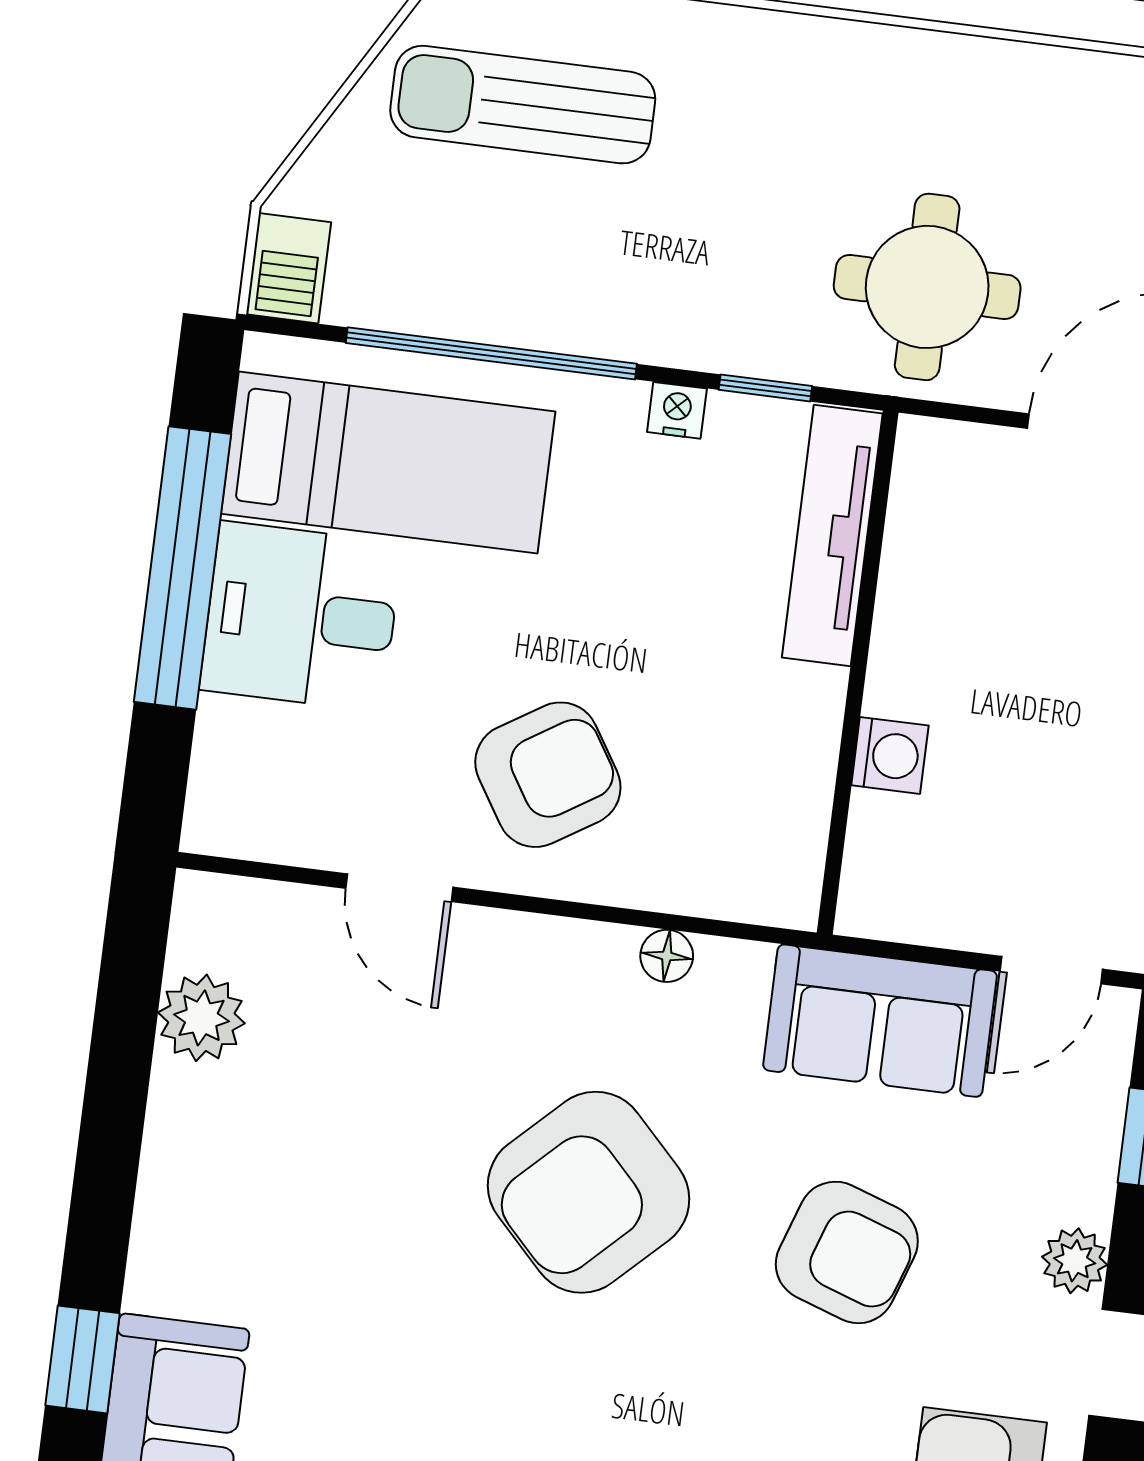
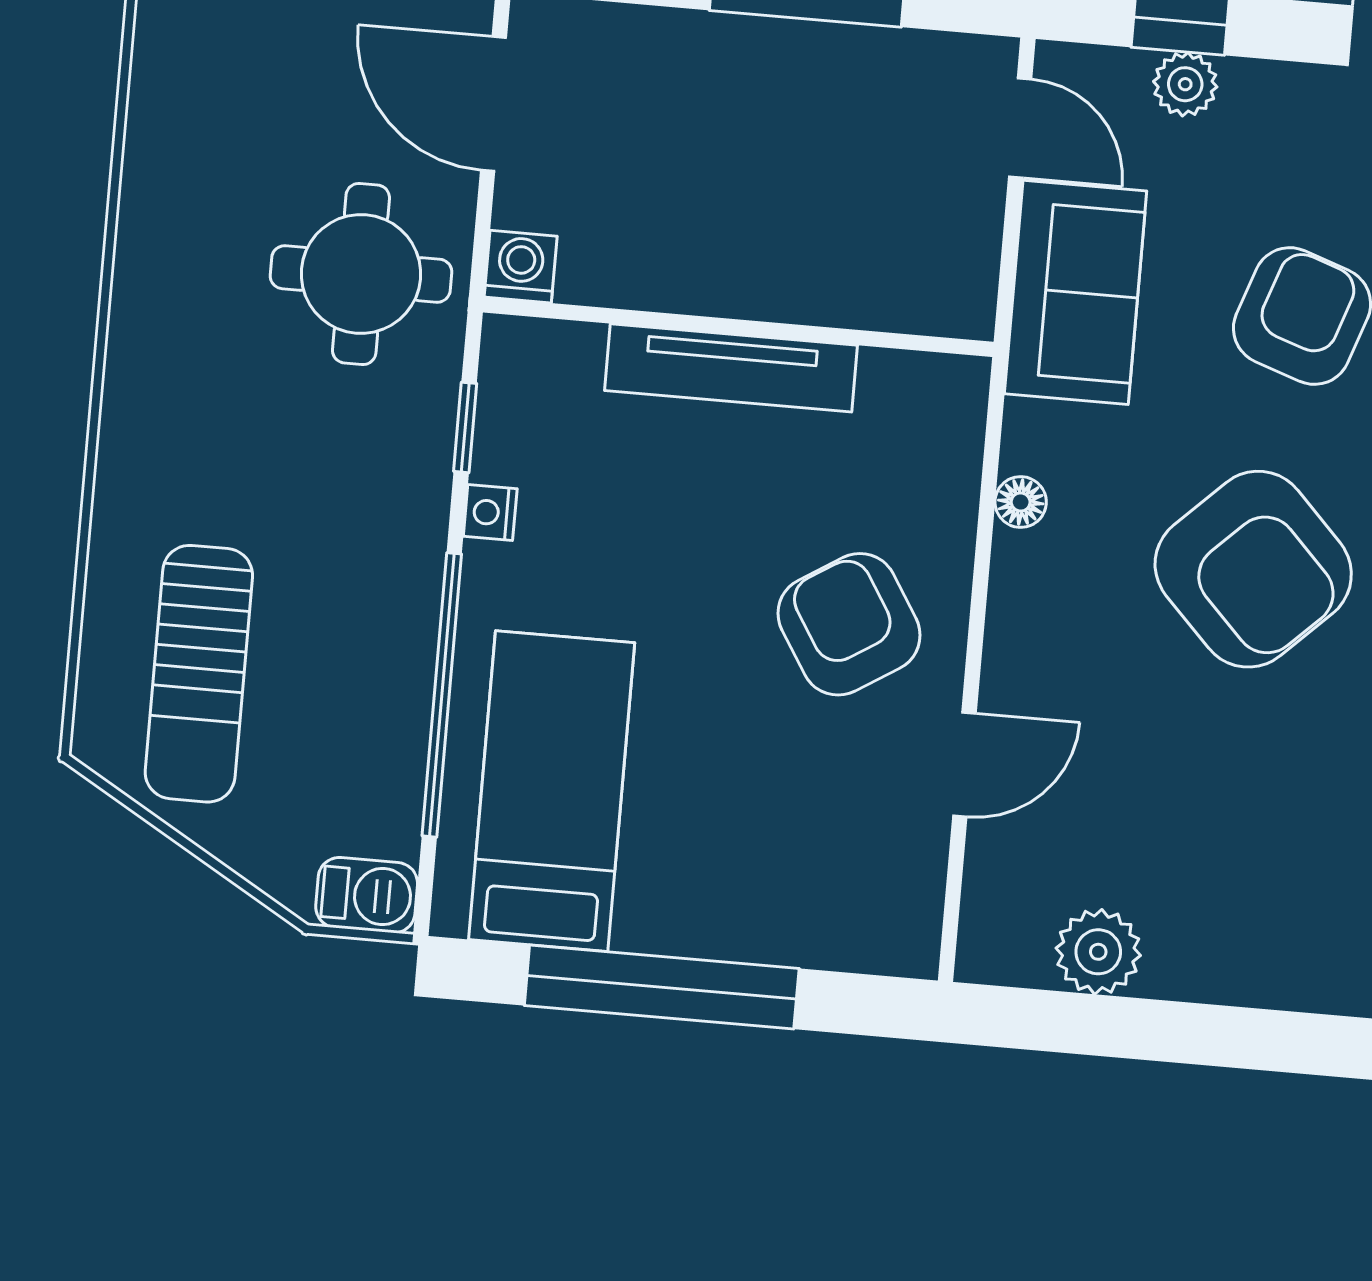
tv unit: (832, 535) -> (731, 368), moved
desk: (301, 616) -> (705, 870), removed
washing machine: (890, 755) -> (521, 267), moved
plant: (1075, 1261) -> (1185, 84), moved

